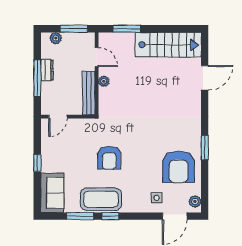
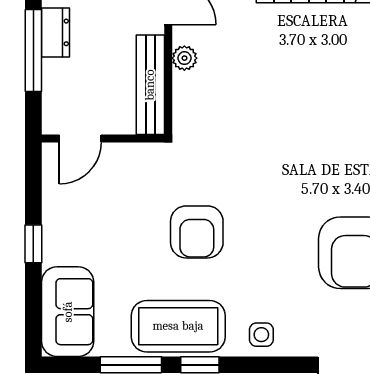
side table: (157, 198) -> (261, 335), moved

